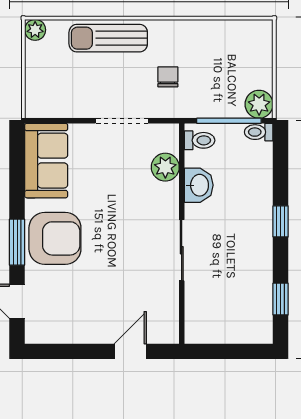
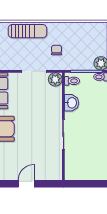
sun lounger: (108, 38) -> (27, 31), turned 180
plant: (165, 167) -> (55, 79), moved
door: (130, 351) -> (26, 184), moved

